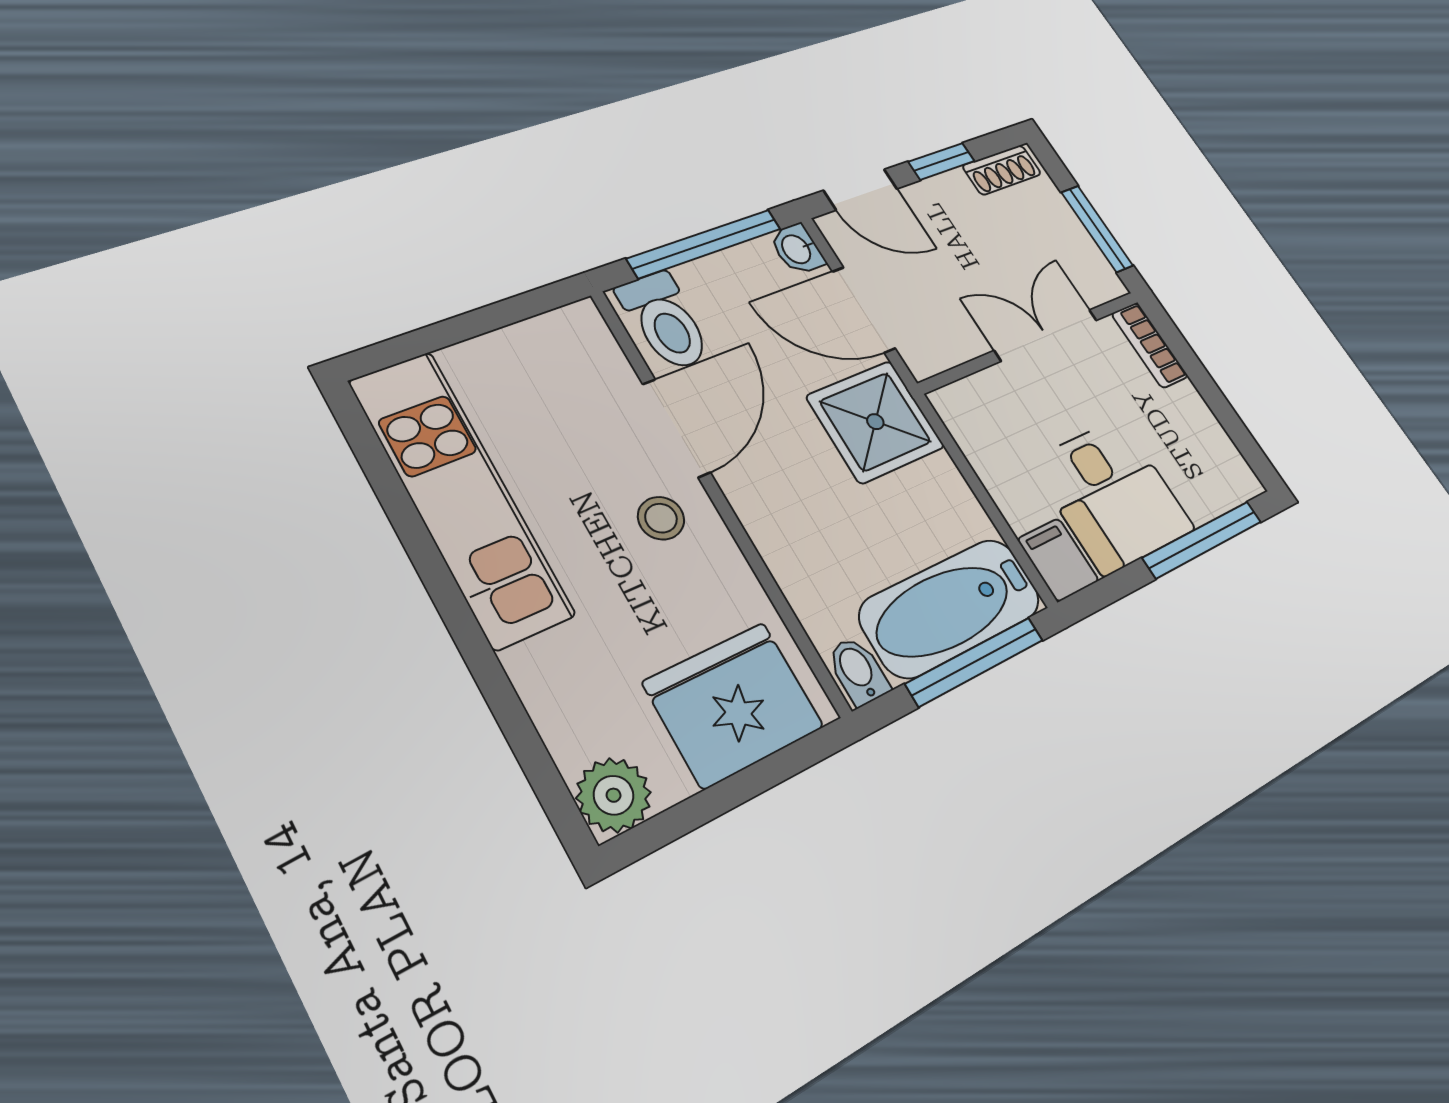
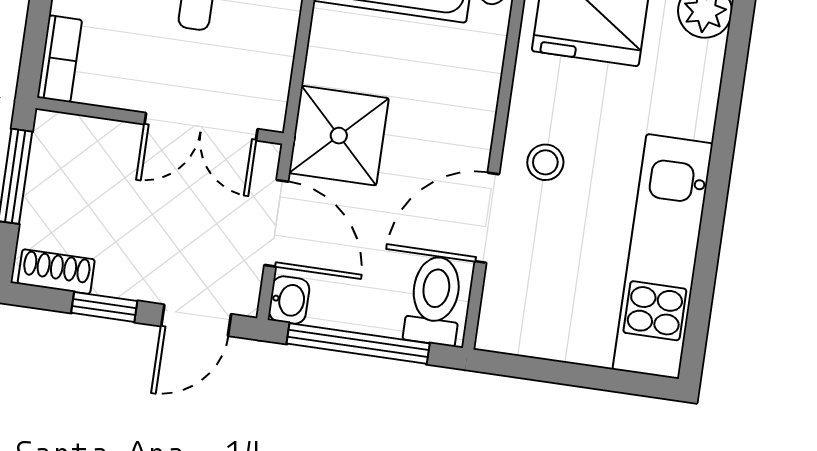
door: (860, 190) -> (196, 320), swing flipped
double door: (1046, 335) -> (201, 127), moved

